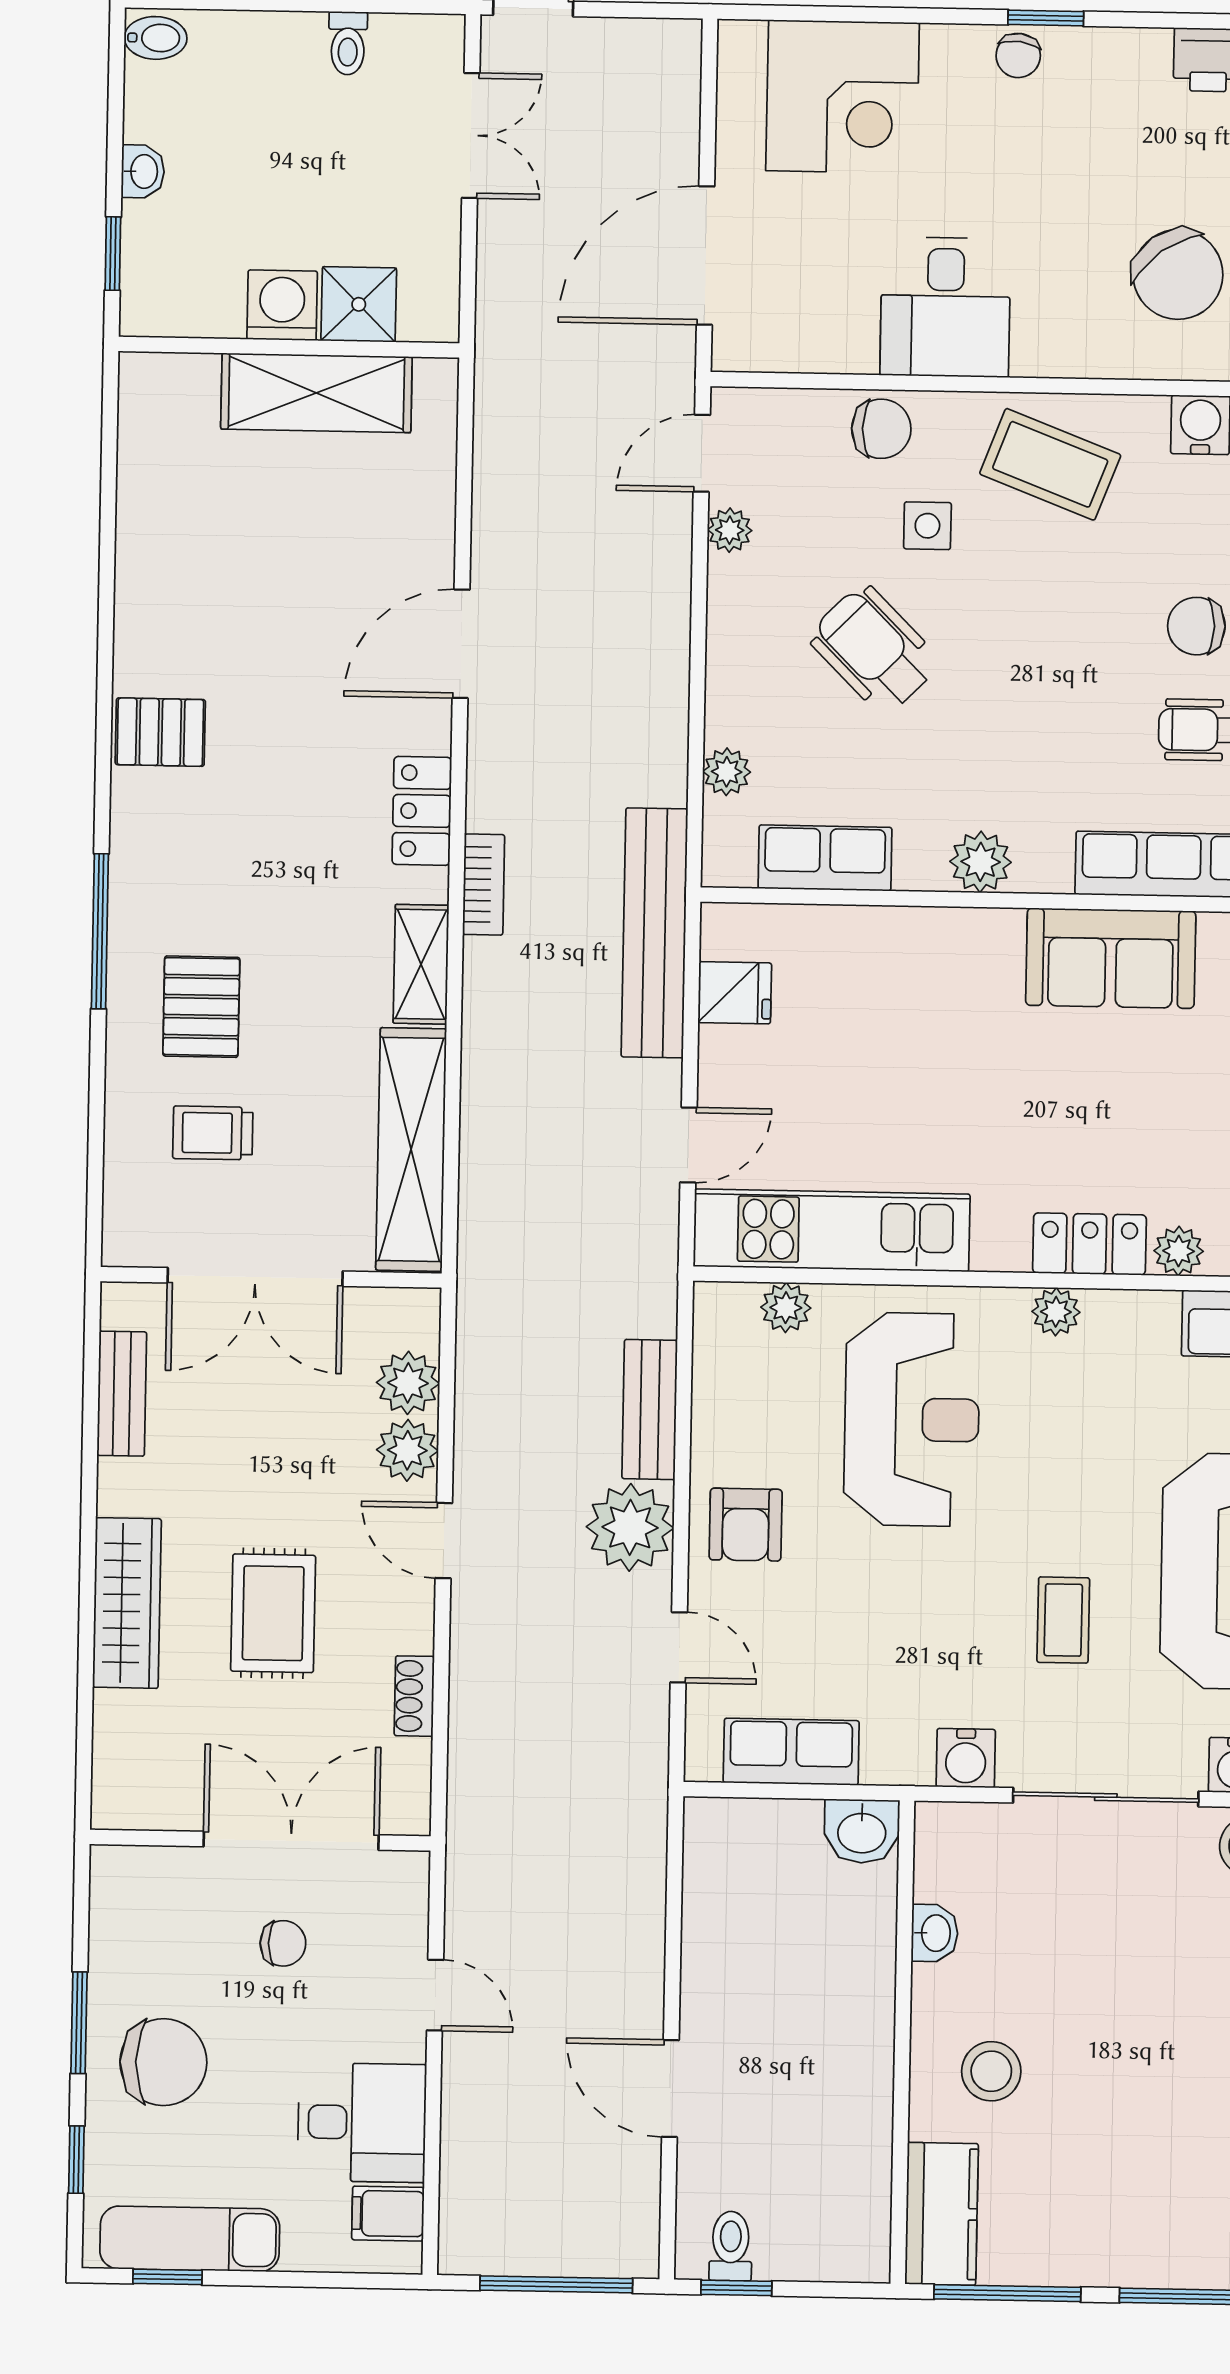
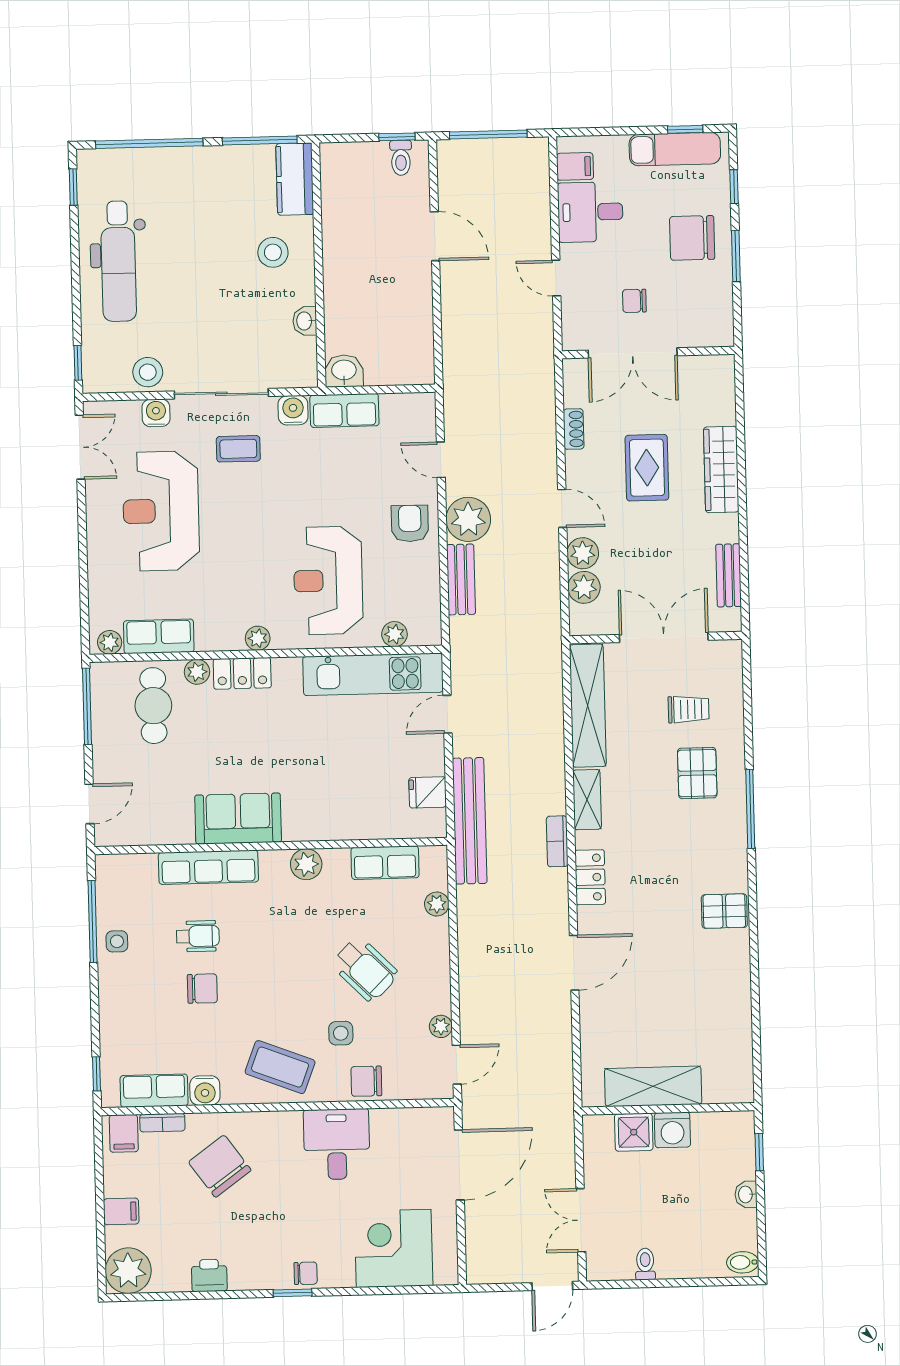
chair: (1018, 55) -> (306, 1273), turned 83
coffee table: (1063, 1620) -> (238, 449), moved, turned 90
row of seats: (791, 1752) -> (344, 410), moved

